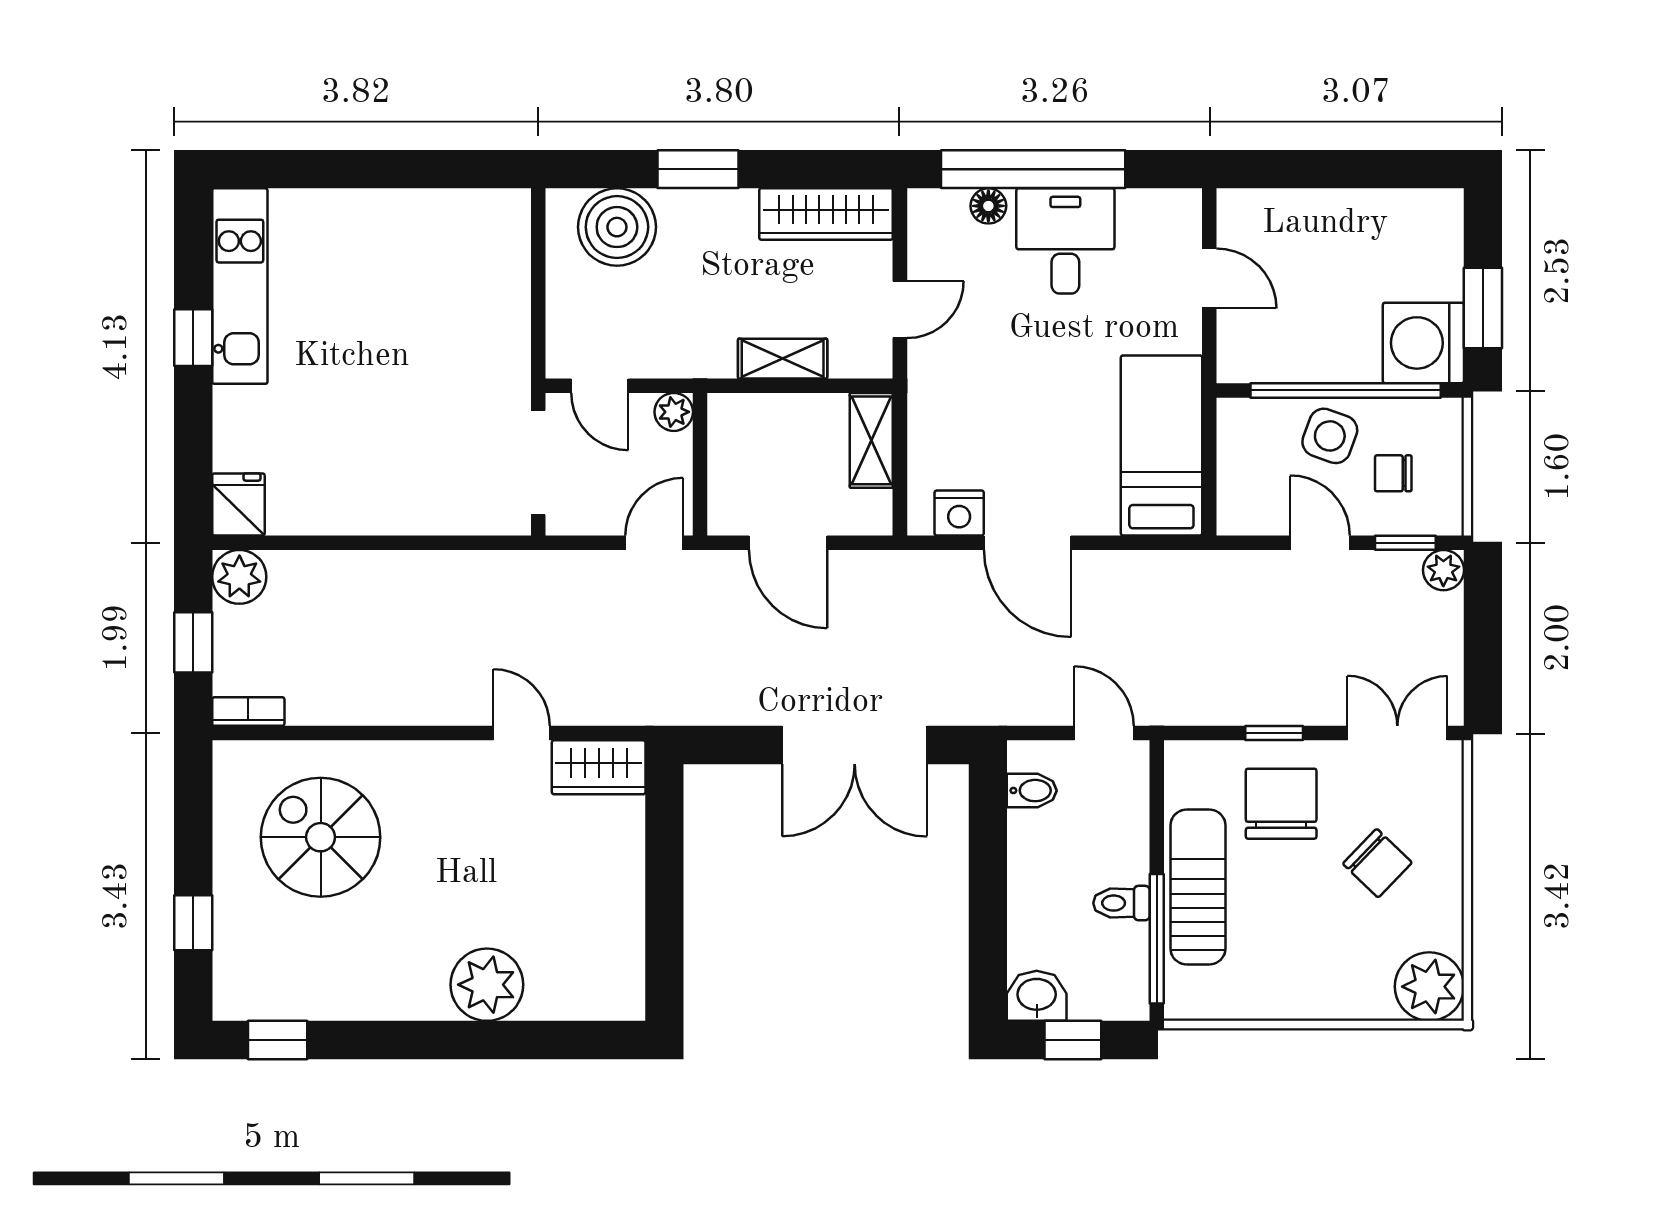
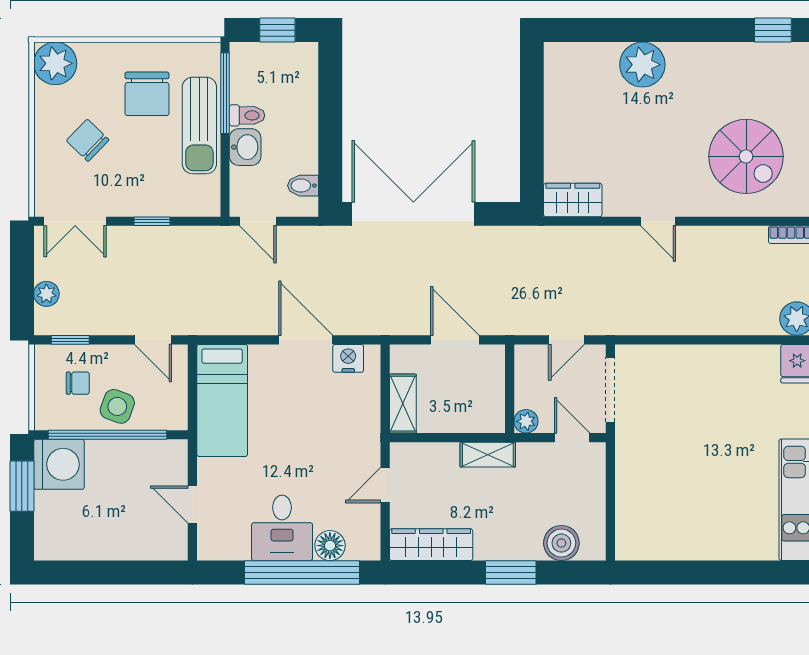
floor lamp: (988, 206) -> (330, 546), width x1.37, depth x1.37
boiler: (617, 227) -> (561, 543), width x0.73, depth x0.73
shelving: (783, 359) -> (488, 455), moved
door: (654, 543) -> (566, 340), moved
door: (1320, 543) -> (153, 340), moved
plant: (1443, 570) -> (46, 294), moved
door: (522, 733) -> (658, 221), moved
double door: (855, 745) -> (413, 214), width x1.36
chair: (1281, 804) -> (147, 94), moved
washbasin: (1037, 996) -> (245, 147), moved, turned -90

